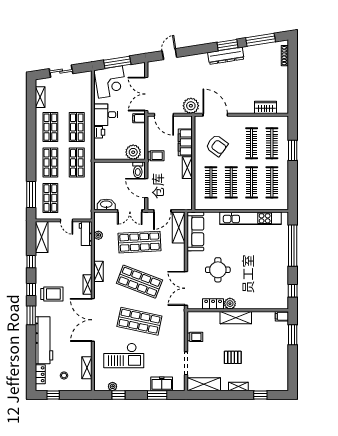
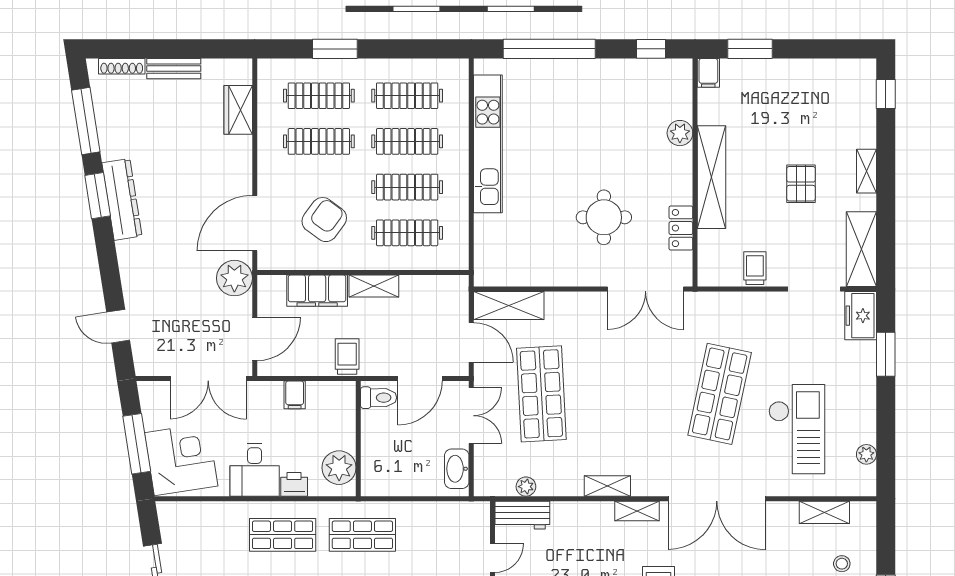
bench: (284, 79) -> (174, 69), added
filing cabinet: (139, 118) -> (295, 395), moved
plant: (133, 152) -> (339, 468), moved
sofa: (195, 231) -> (518, 268), removed
shop shelf: (139, 282) -> (630, 394), removed
plant: (230, 304) -> (680, 133), moved
shelving: (236, 318) -> (711, 177), width x1.47
freezer: (162, 384) -> (861, 316), moved
window: (118, 395) -> (886, 441), removed
window: (260, 395) -> (886, 94), moved

